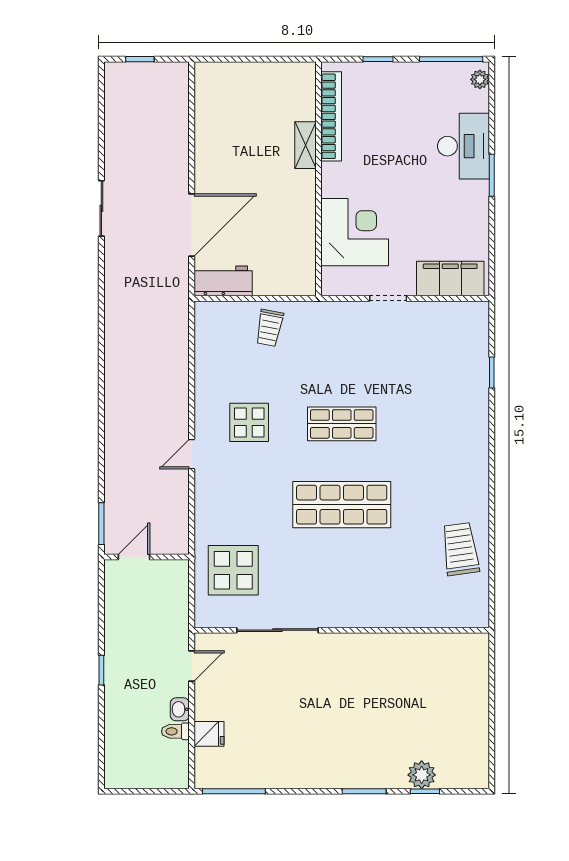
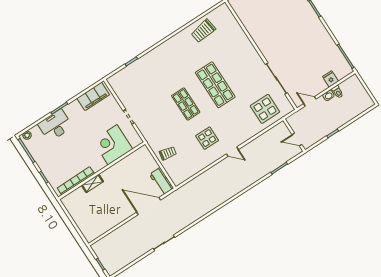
filing cabinet: (450, 278) -> (93, 96), moved, turned -90
door: (134, 557) -> (297, 140), moved
wall: (146, 557) -> (294, 135), moved

